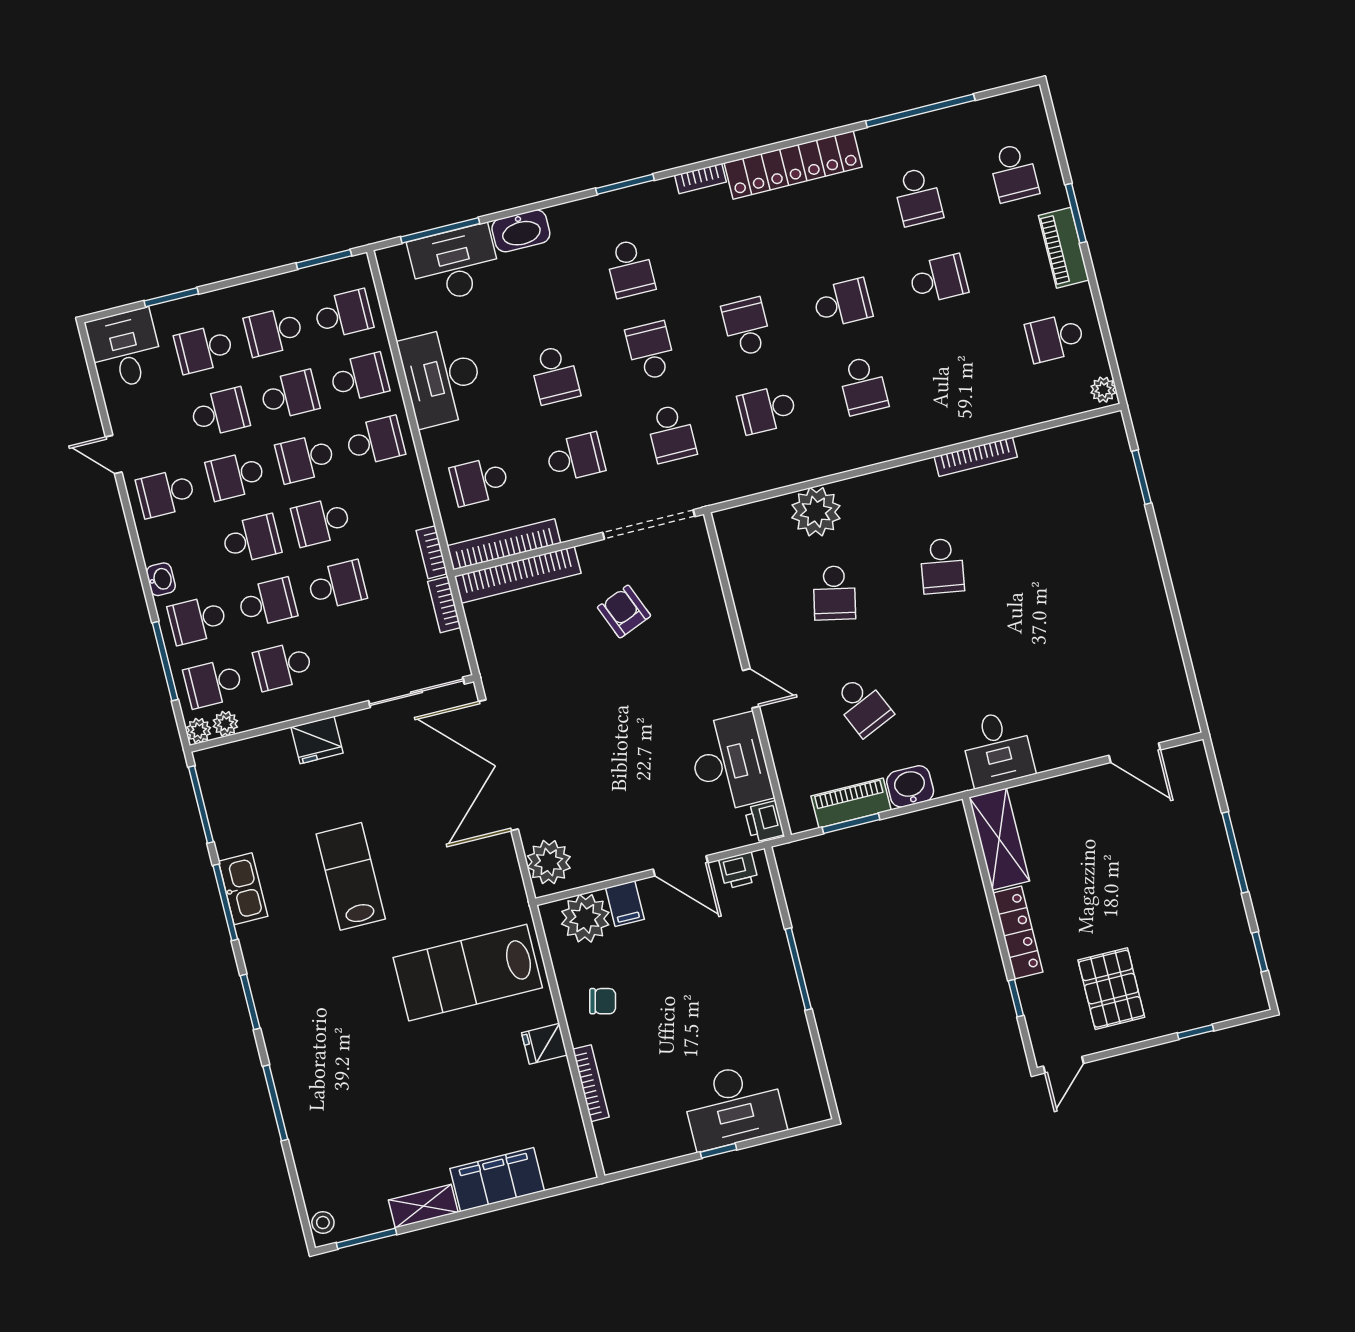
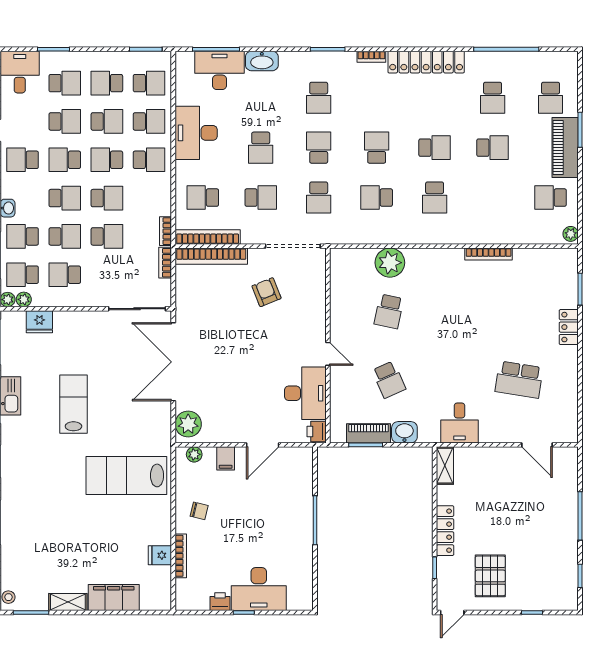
piano: (1064, 248) -> (565, 148), width x1.37, depth x1.33
school desk: (204, 349) -> (65, 83), turned 180
school desk: (321, 522) -> (107, 198), turned 180
locker: (1139, 545) -> (569, 327), added
school desk: (942, 566) -> (519, 380), moved, width x1.85
fridge: (317, 740) -> (39, 322), moved
shelving: (999, 839) -> (445, 466), width x0.67, depth x0.75
door: (680, 866) -> (263, 445), hinge flipped
printer: (738, 870) -> (220, 602), moved, turned 180
plant: (585, 918) -> (194, 454), width x0.53, depth x0.53
fridge: (544, 1044) -> (160, 555), moved

